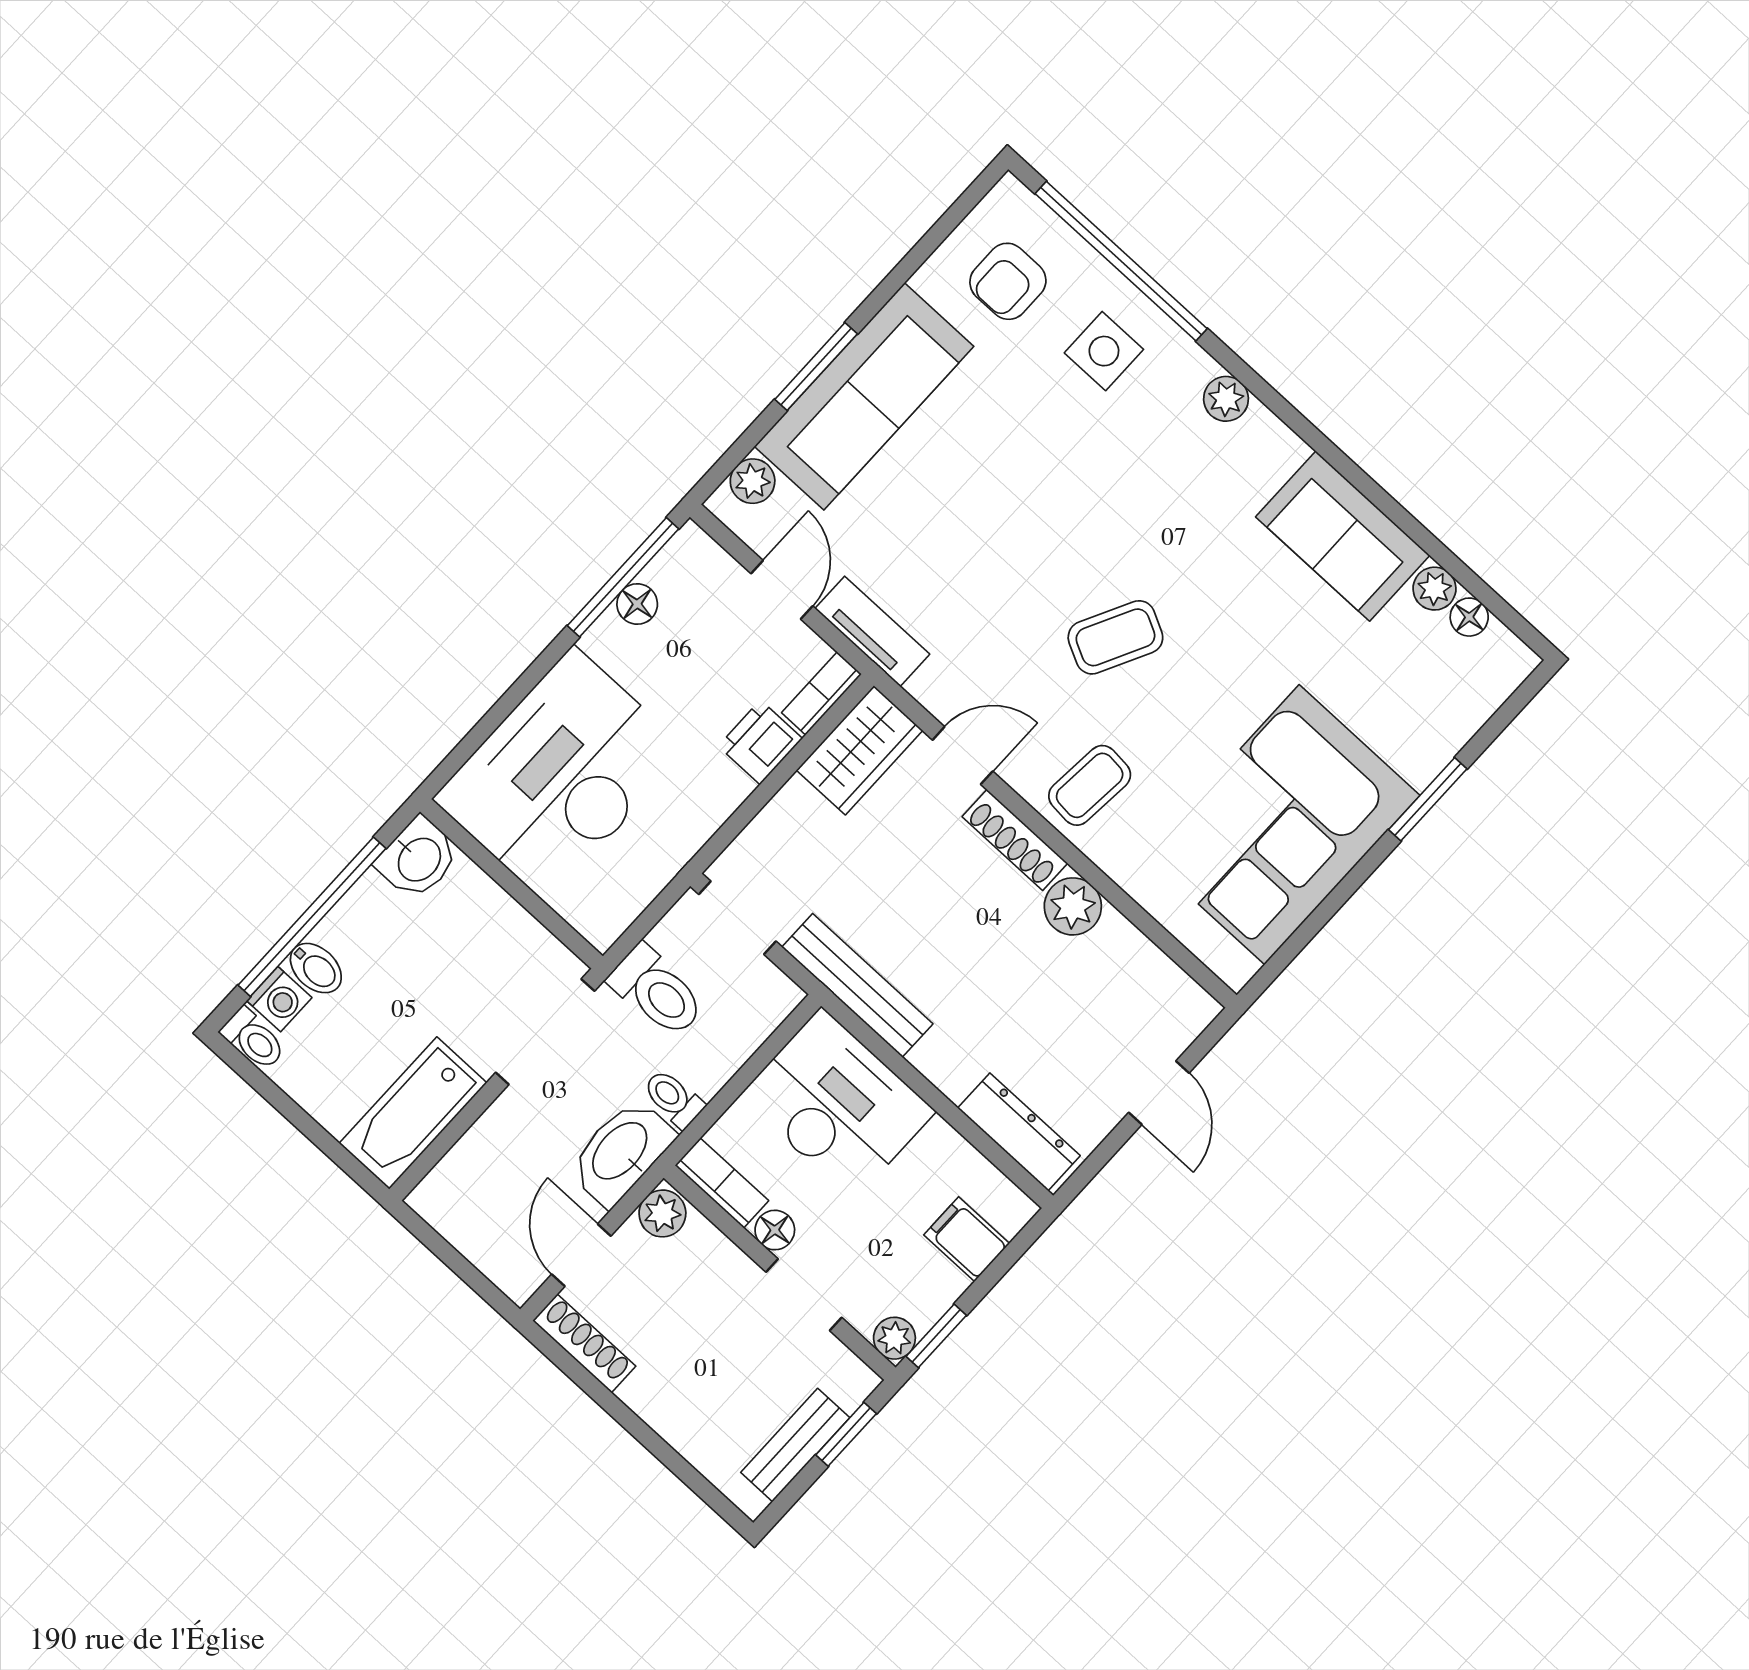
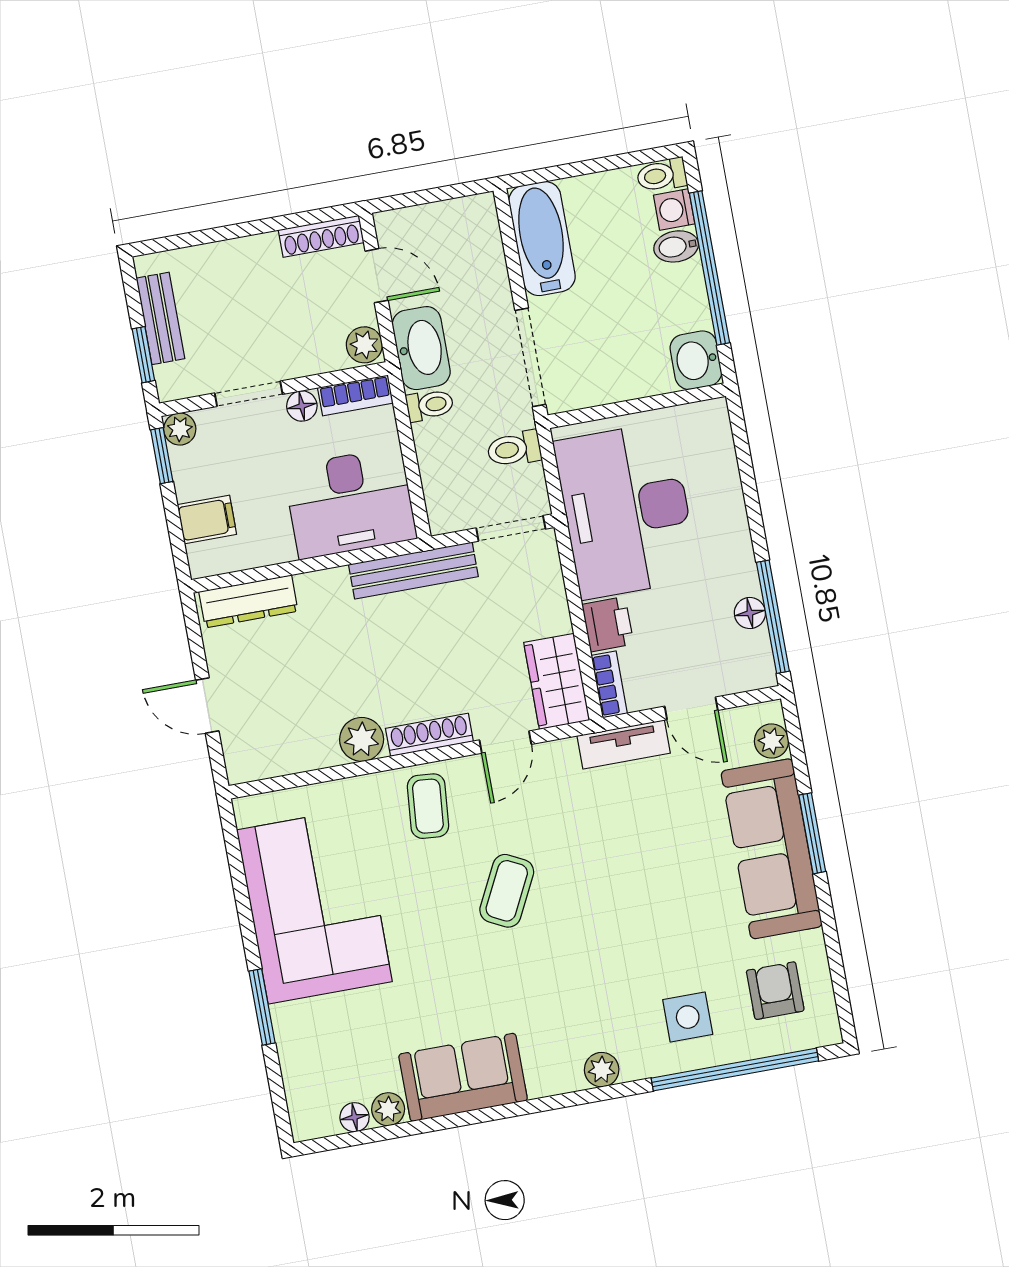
desk: (560, 775) -> (626, 510), moved, turned 180
toilet: (657, 991) -> (514, 449), width x0.73, depth x0.72

